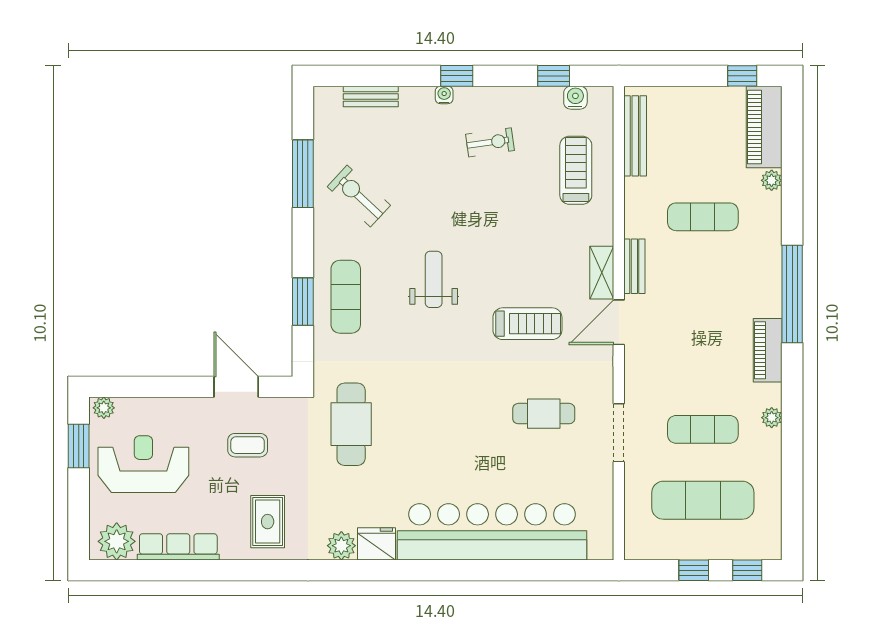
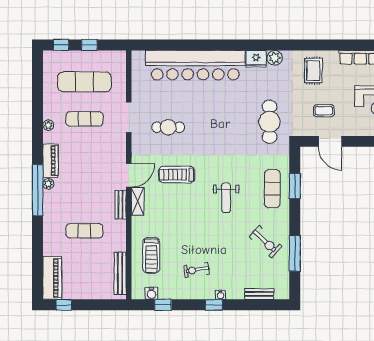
plant: (772, 180) -> (48, 184), moved

